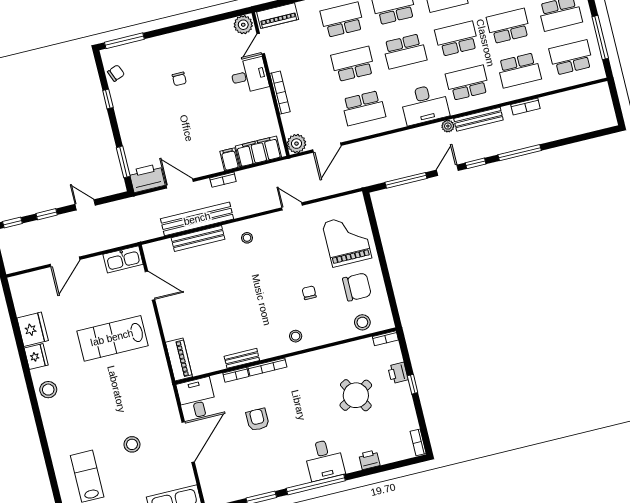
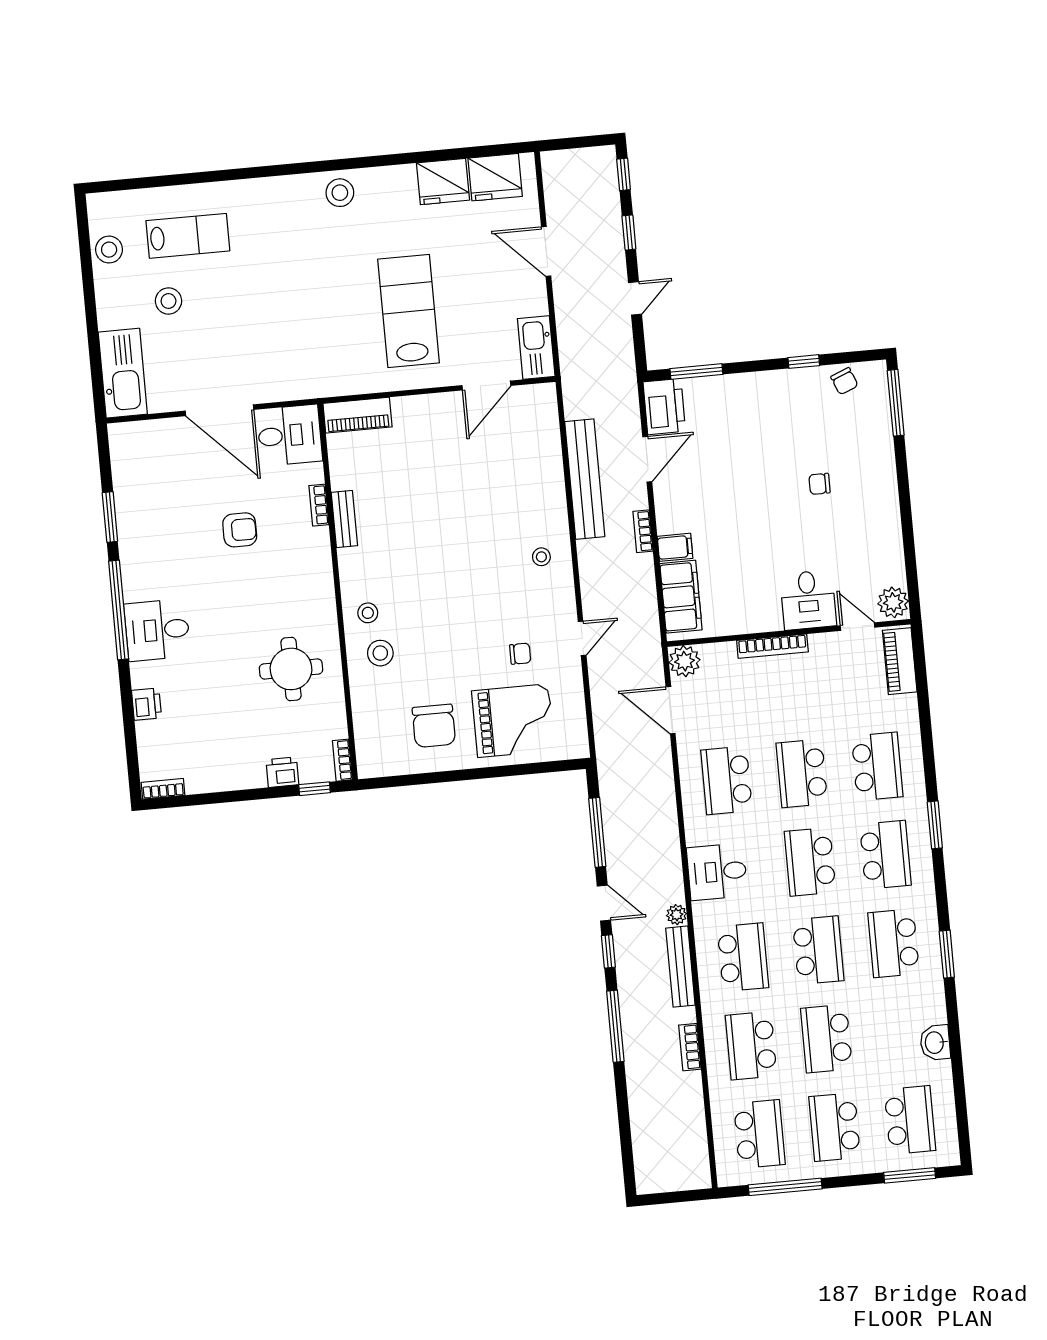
school desk: (508, 26) -> (826, 1039), turned 180
school desk: (353, 64) -> (802, 773), turned 180
desk: (425, 104) -> (717, 872), width x0.73
bench: (198, 239) -> (552, 476), removed
chair: (309, 293) -> (520, 654), moved
stool: (362, 322) -> (380, 653), moved
fridge: (36, 357) -> (495, 177), moved, width x1.36, depth x1.34
bookcase: (267, 367) -> (324, 559), removed
window: (413, 384) -> (315, 789), moved
round table: (356, 395) -> (291, 669), moved, turned 30
stool: (132, 444) -> (168, 301), moved

